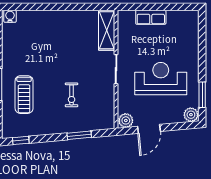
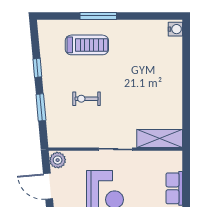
treadmill: (24, 95) -> (87, 45), turned 180
window: (21, 140) -> (37, 68), moved

